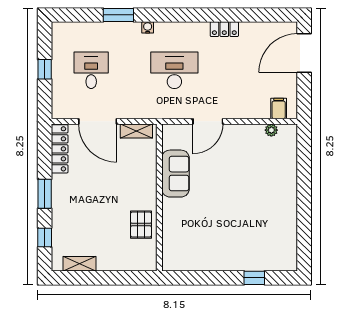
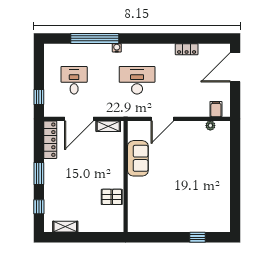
window: (118, 15) -> (95, 38), width x2.11
locker: (224, 29) -> (187, 49), moved
window: (45, 69) -> (39, 97), moved
door: (98, 121) -> (79, 119), hinge flipped
pallet: (141, 225) -> (112, 197), turned 90

